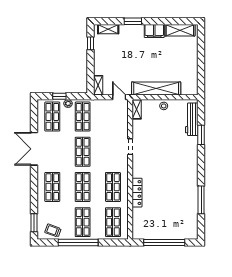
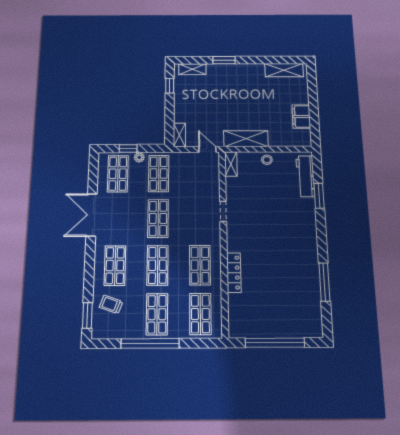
filing cabinet: (154, 31) -> (301, 116), moved, turned 90
shelving: (156, 89) -> (246, 139), width x0.68
trolley: (53, 231) -> (111, 305), moved

